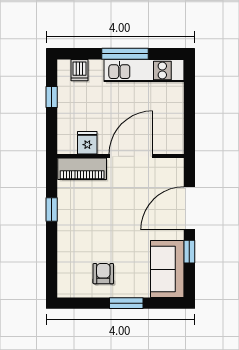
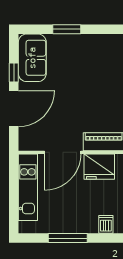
kitchen unit: (144, 71) -> (28, 187), moved, turned 90
fridge: (87, 143) -> (99, 167), width x1.88, depth x1.34
armchair: (103, 274) -> (86, 54), removed

